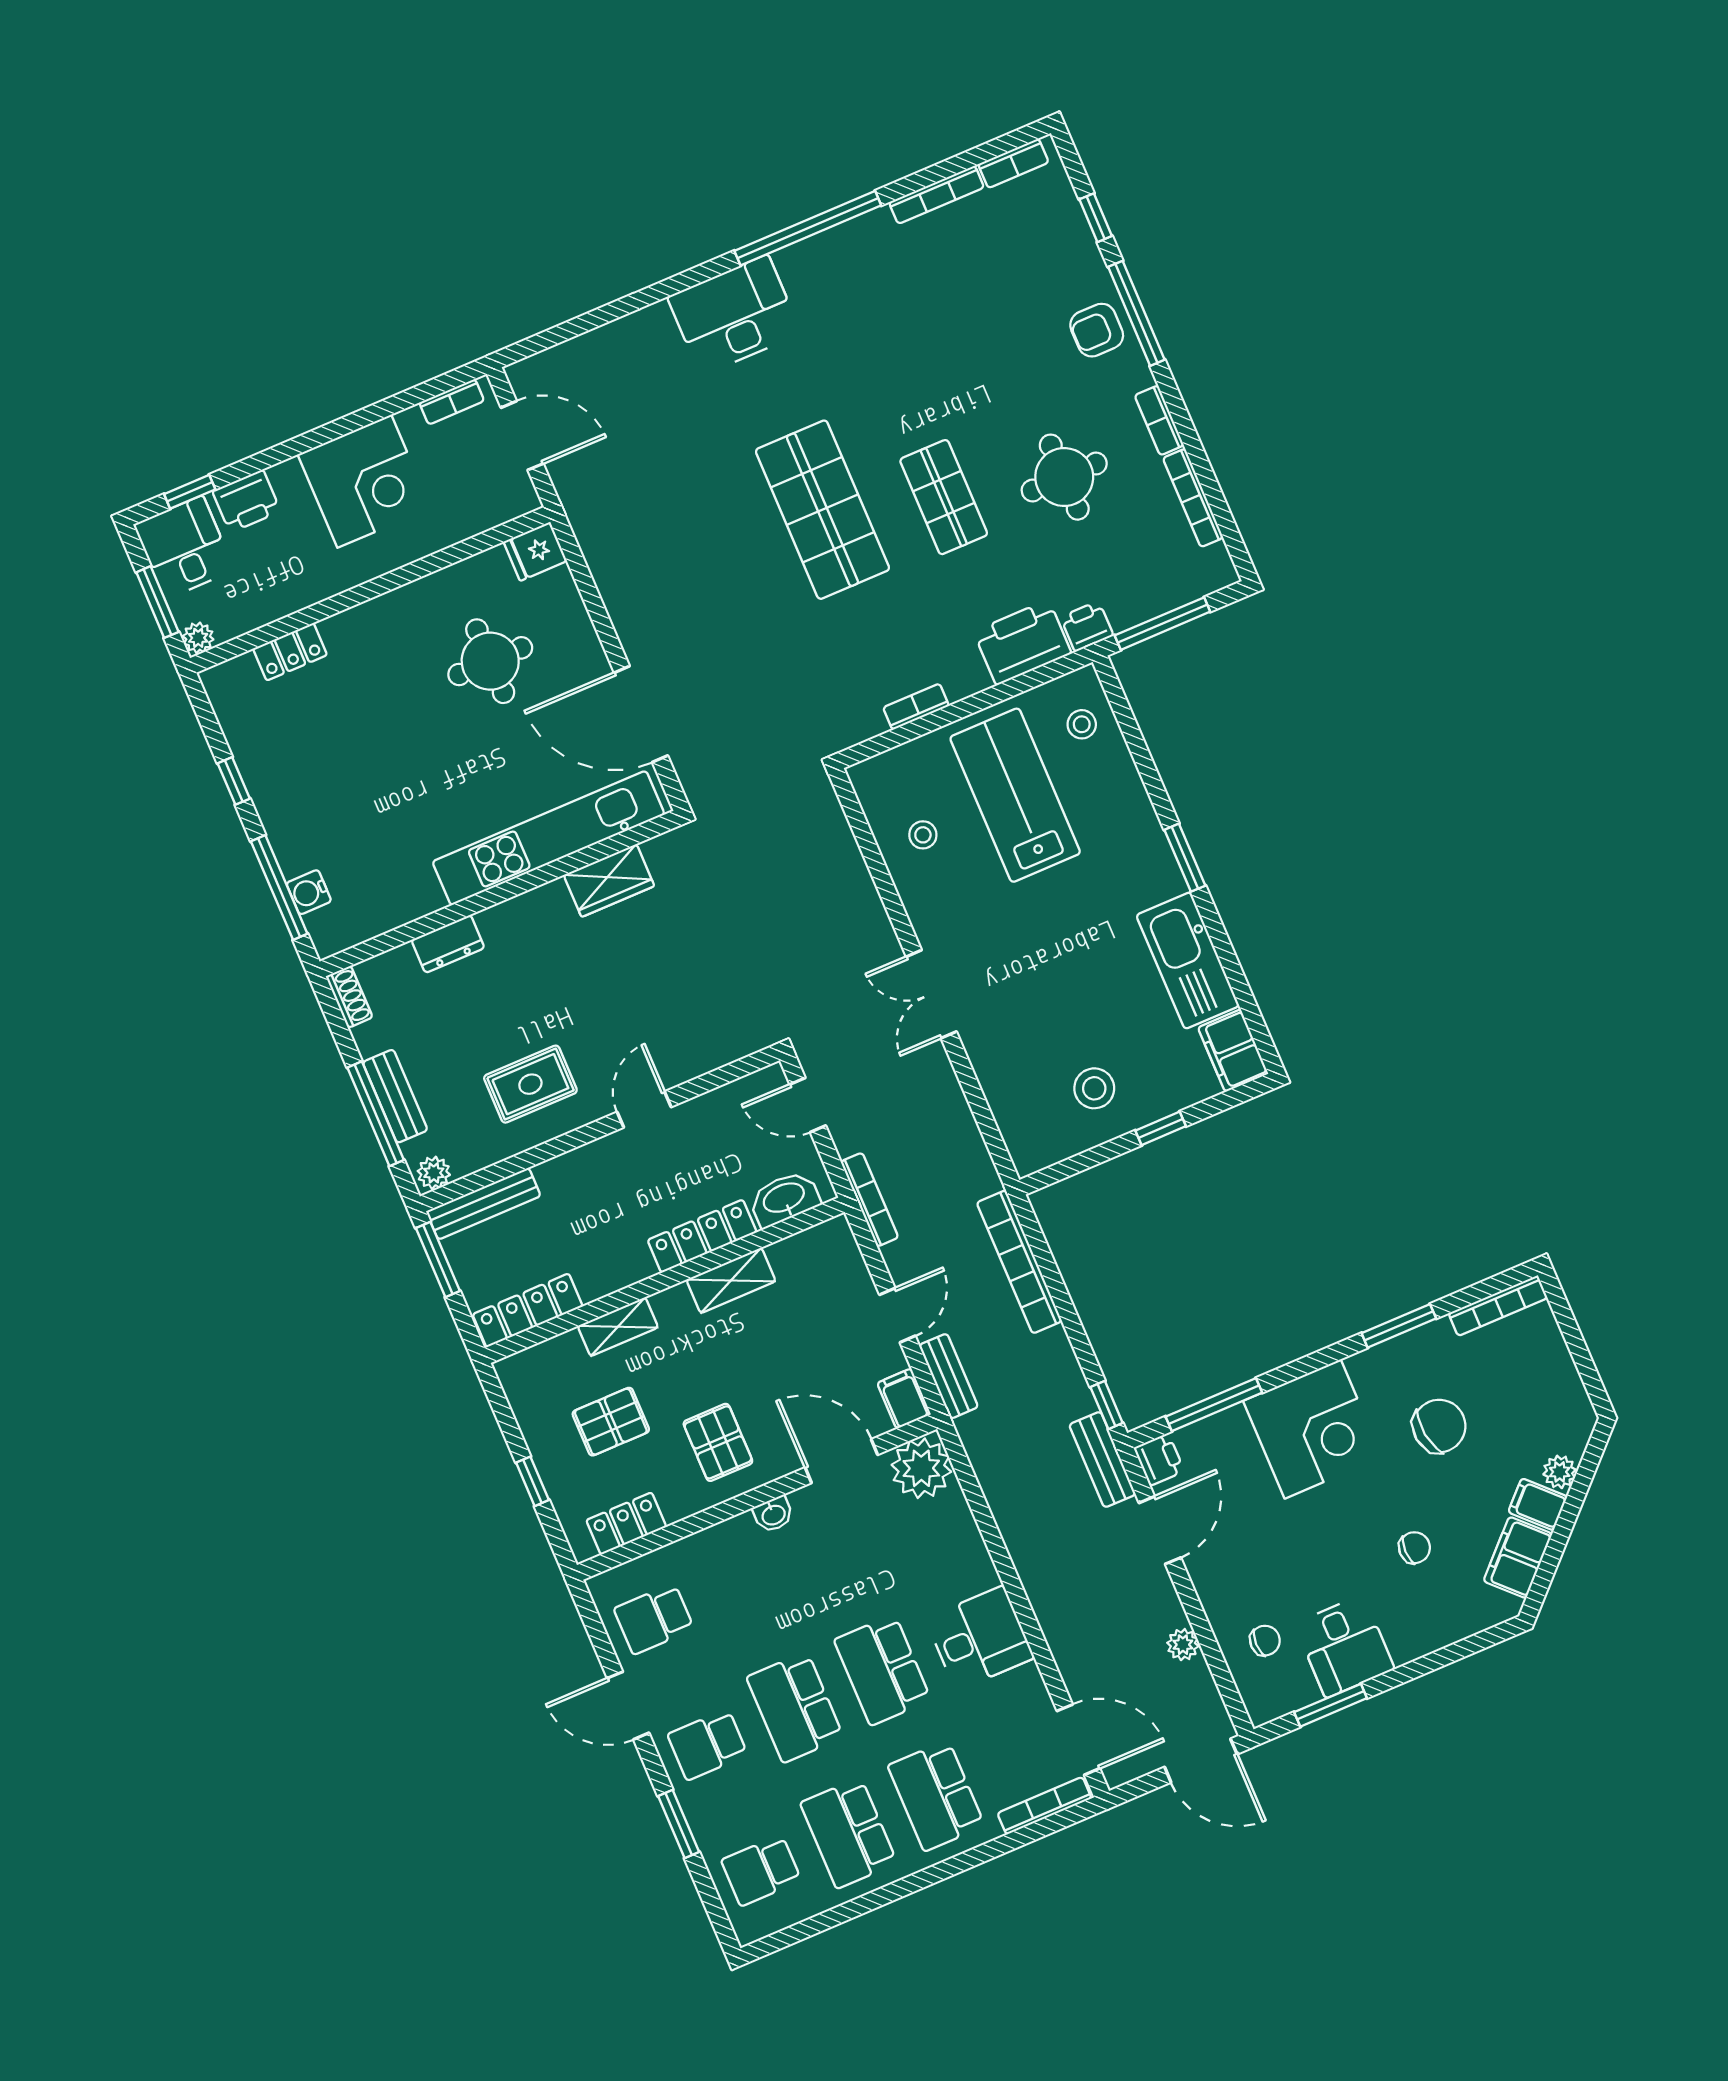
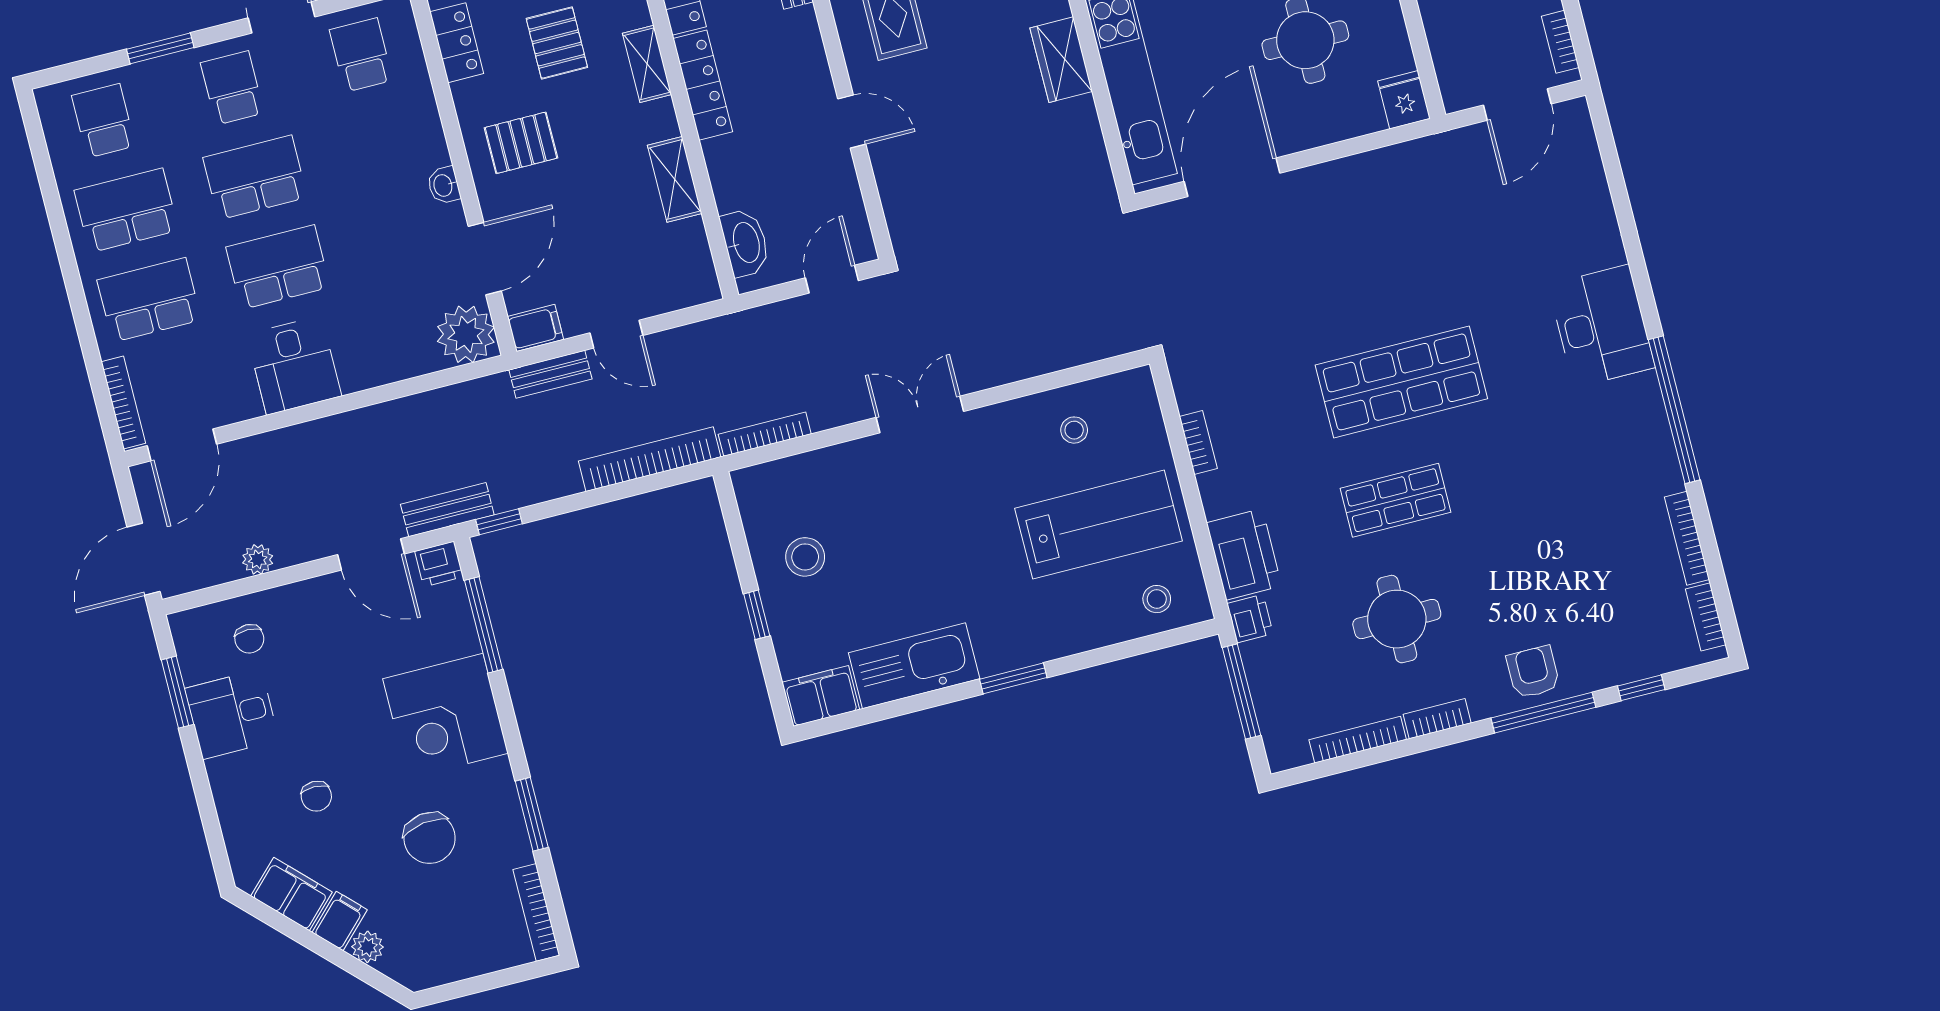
wardrobe: (609, 880) -> (1061, 60), moved
bookcase: (869, 1200) -> (765, 434), moved, turned 180
locker: (702, 1236) -> (703, 85), moved

